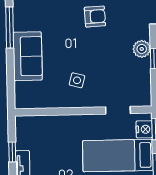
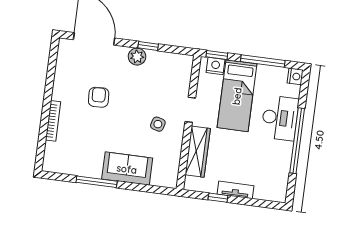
doorway: (118, 110) -> (190, 110), moved
wardrobe: (55, 125) -> (198, 152), added

